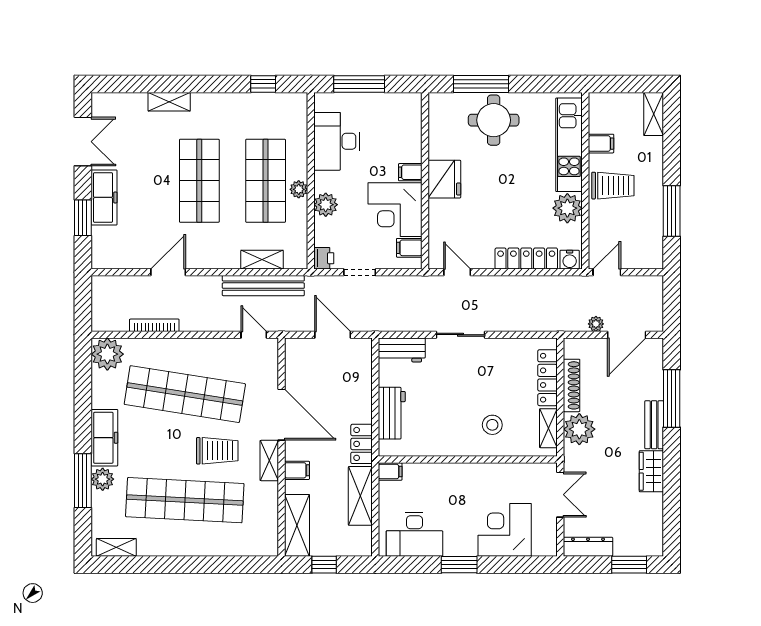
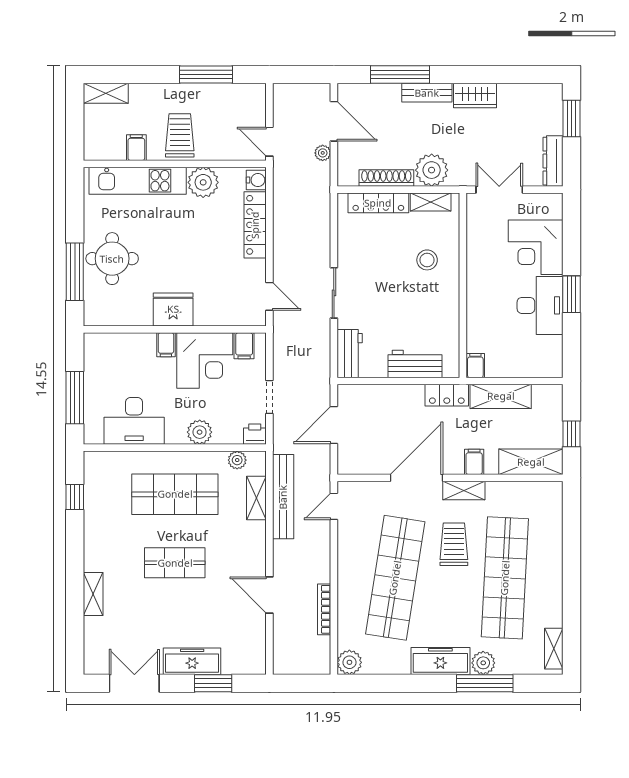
shop shelf: (199, 181) -> (175, 563), width x0.70, depth x0.74
plant: (299, 189) -> (237, 460), moved
door: (457, 272) -> (269, 296), swing flipped
plant: (107, 354) -> (349, 662), width x0.73, depth x0.73
desk: (414, 534) -> (540, 305), moved

